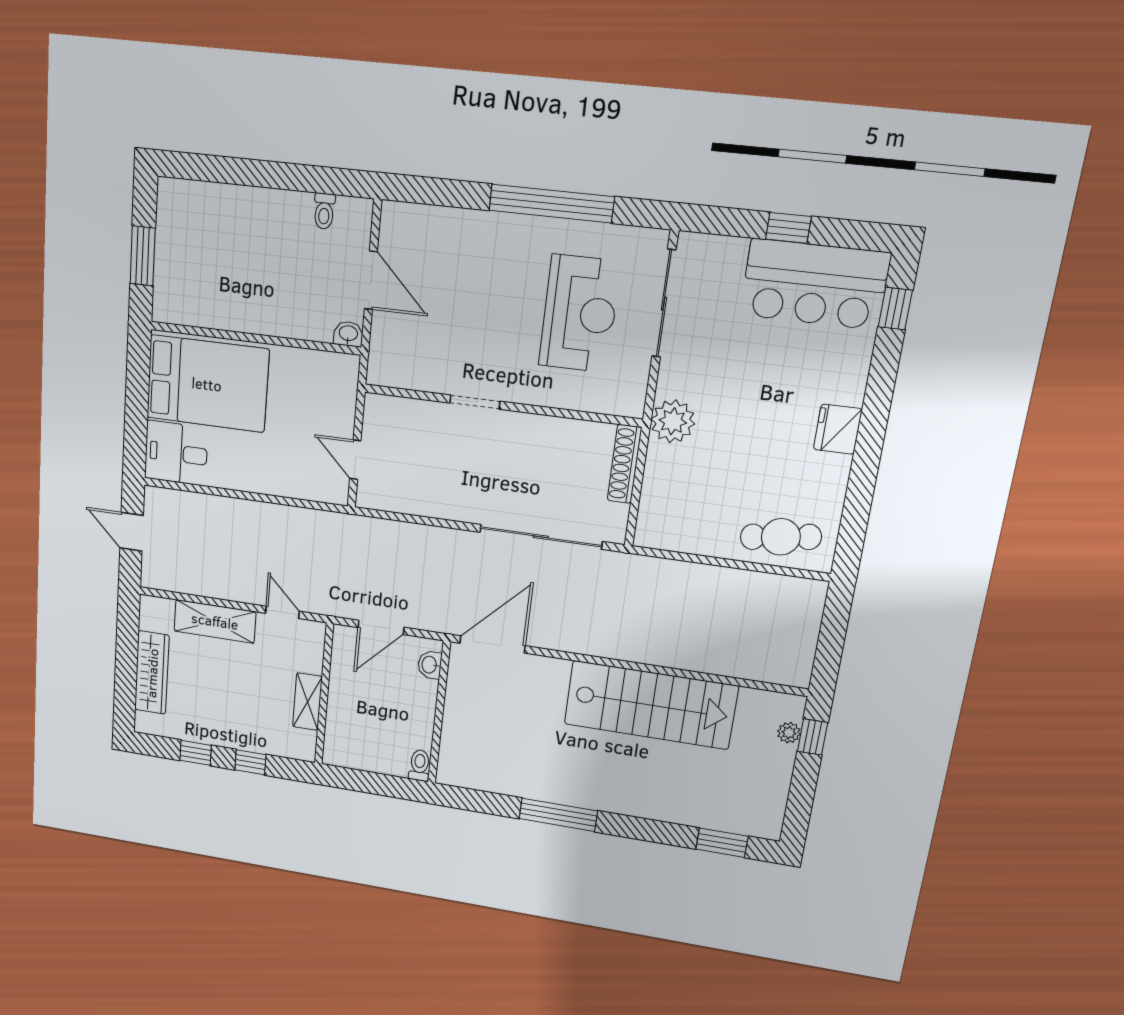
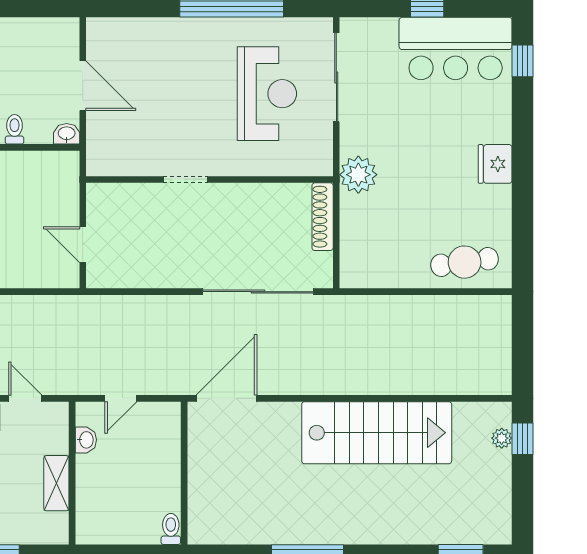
toilet: (324, 211) -> (15, 129), moved, turned 180
door: (381, 627) -> (121, 398), width x0.73
washbasin: (430, 665) -> (86, 440), moved, turned 180

